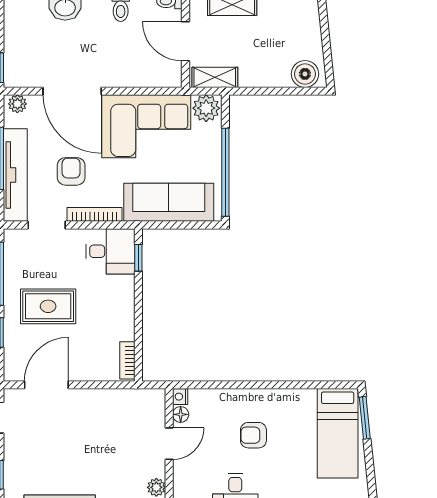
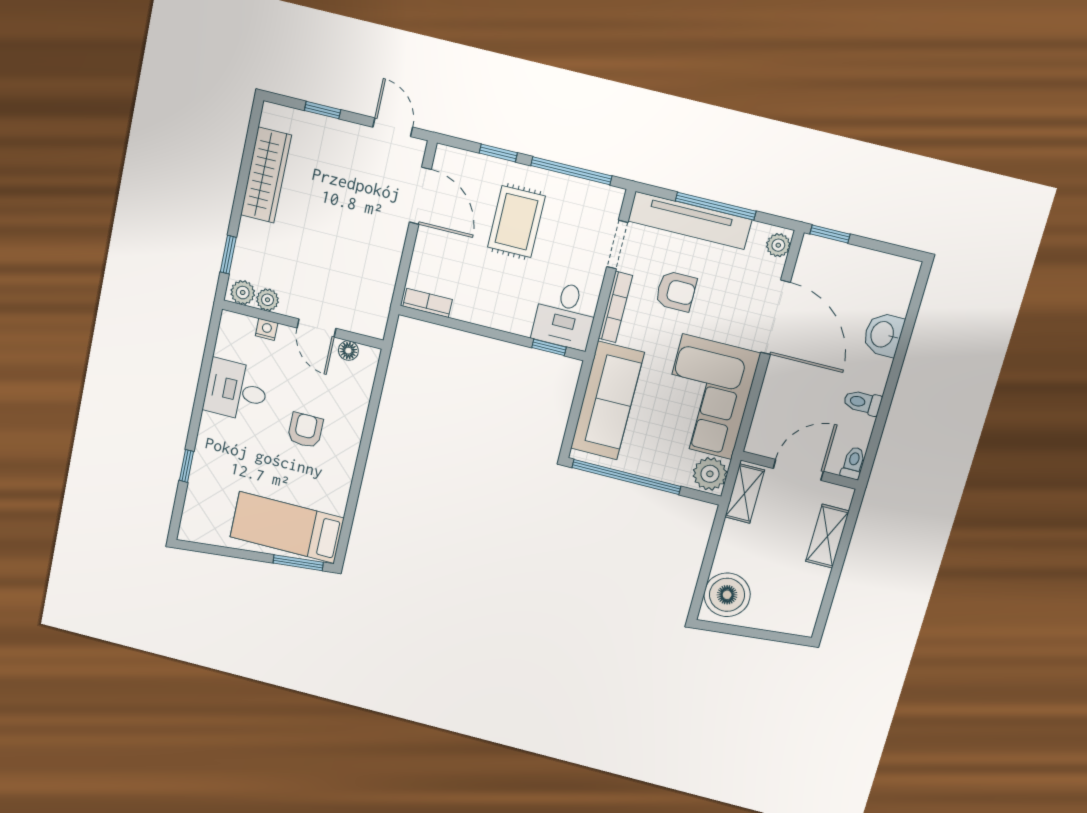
boiler: (305, 74) -> (727, 595), width x1.37, depth x1.37
door: (72, 91) -> (775, 317), swing flipped
nightstand: (180, 397) -> (267, 329), moved

